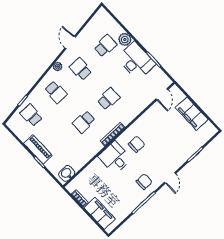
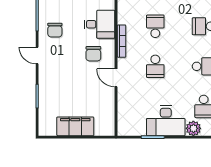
door: (162, 94) -> (116, 78), moved

